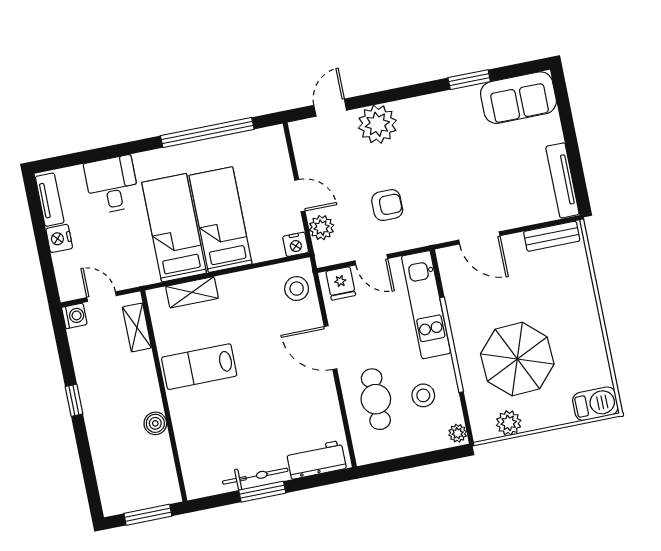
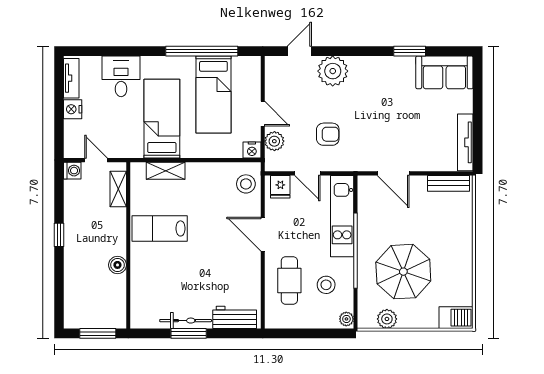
bed: (221, 220) -> (213, 94), moved, turned 180

